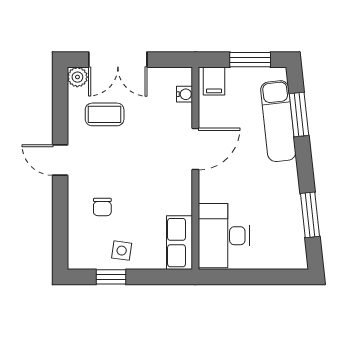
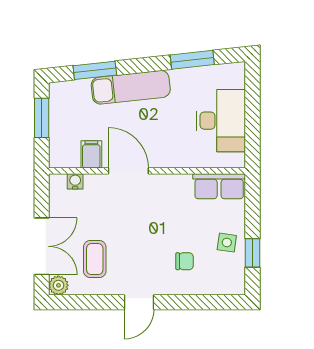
filing cabinet: (214, 81) -> (91, 154), moved, turned -90
exam couch: (278, 121) -> (131, 87), moved
desk: (224, 236) -> (221, 121), moved, turned -90

